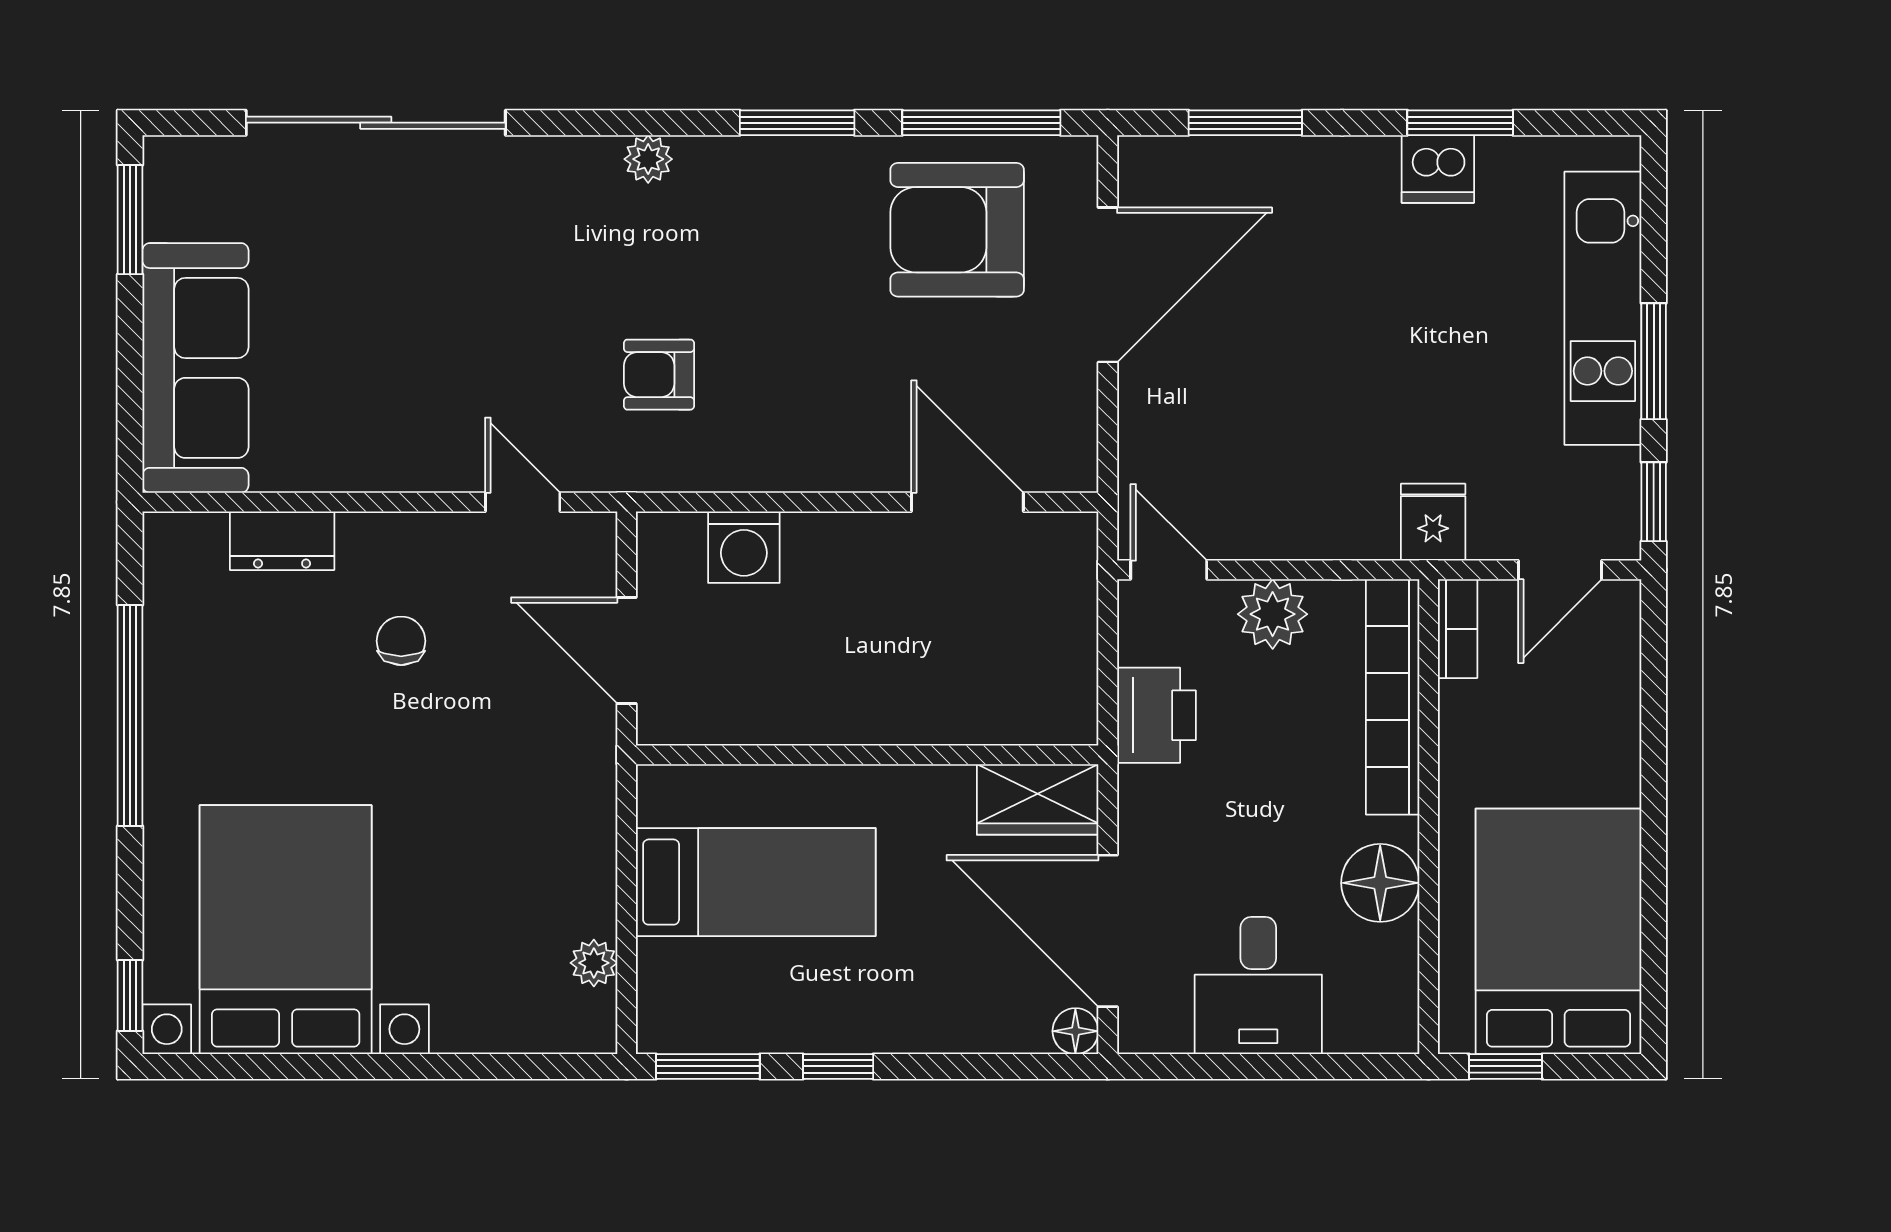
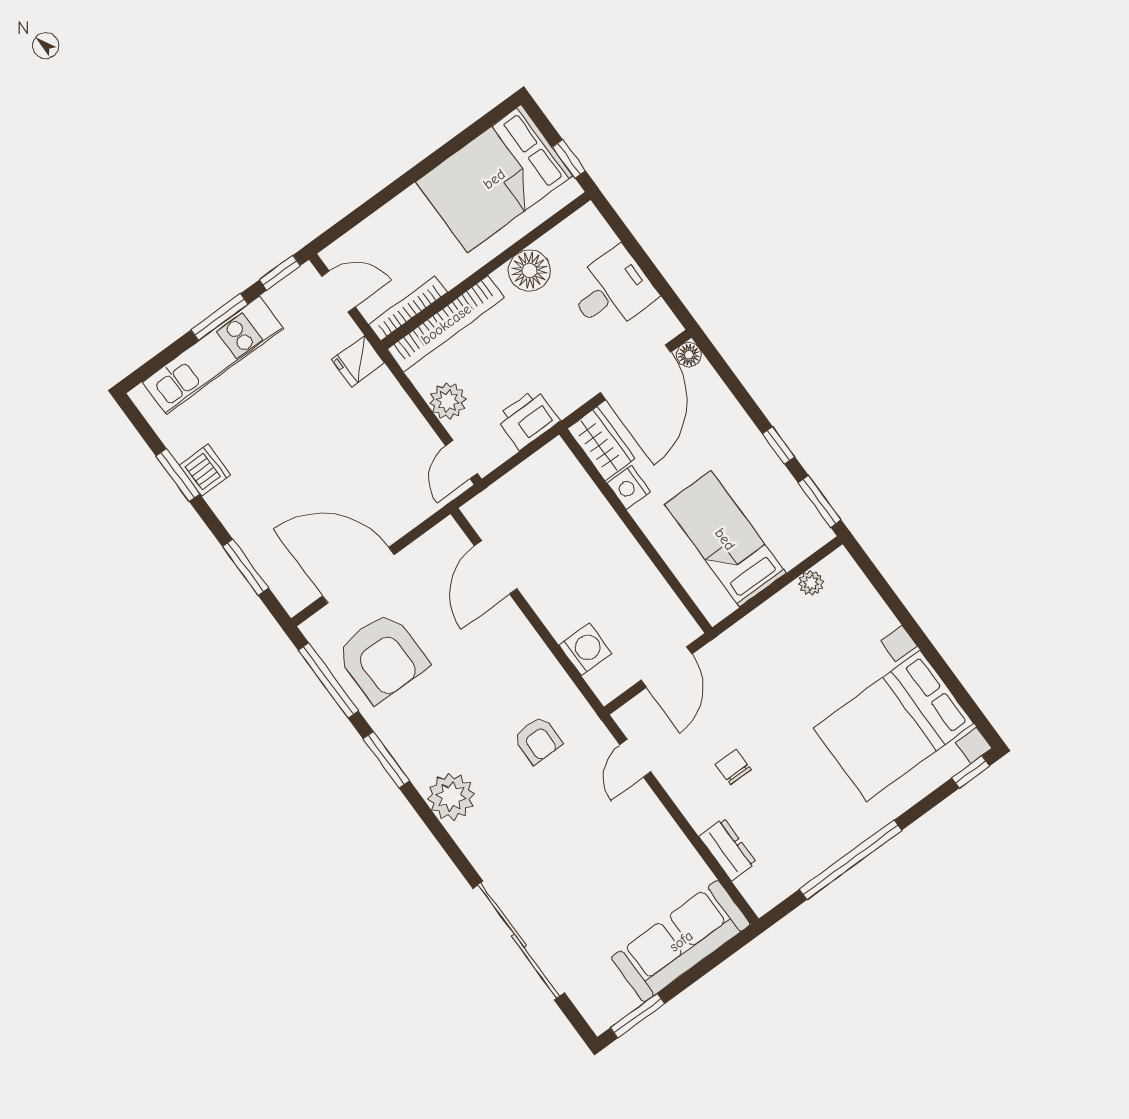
plant: (648, 159) -> (451, 797), width x1.88, depth x1.88
bookcase: (1458, 629) -> (408, 308), width x1.56
chair: (401, 641) -> (733, 767), turned 90
nightstand: (941, 793) -> (629, 487), added

